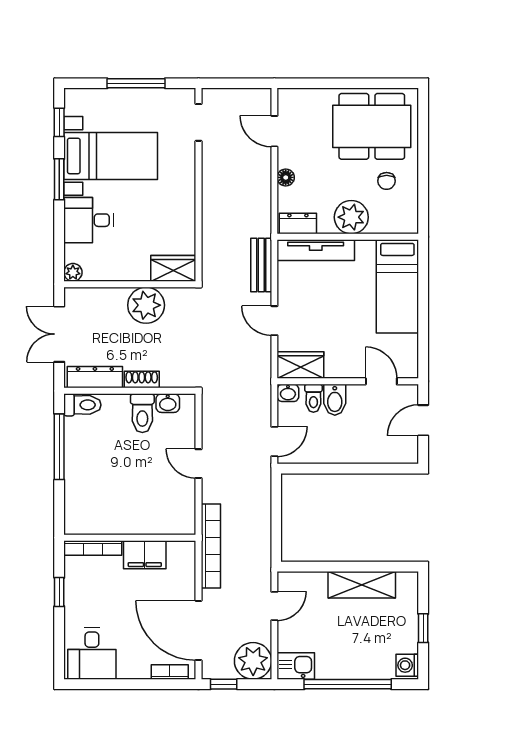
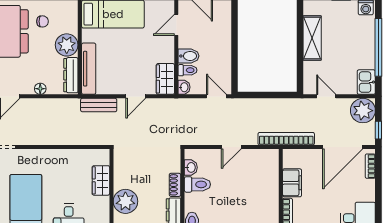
dresser: (298, 224) -> (71, 75), width x1.44
wardrobe: (173, 268) -> (101, 180), moved
plant: (146, 305) -> (125, 201), moved

